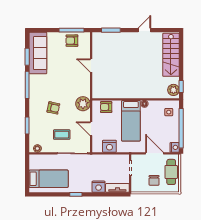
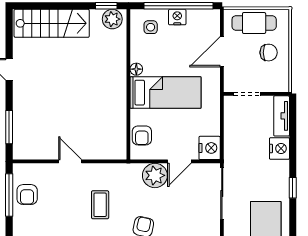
door: (91, 66) -> (70, 161), swing flipped
plant: (83, 104) -> (155, 175), moved
coffee table: (62, 135) -> (100, 205), moved
nightstand: (109, 146) -> (210, 148), moved
nightstand: (175, 147) -> (177, 17), moved

